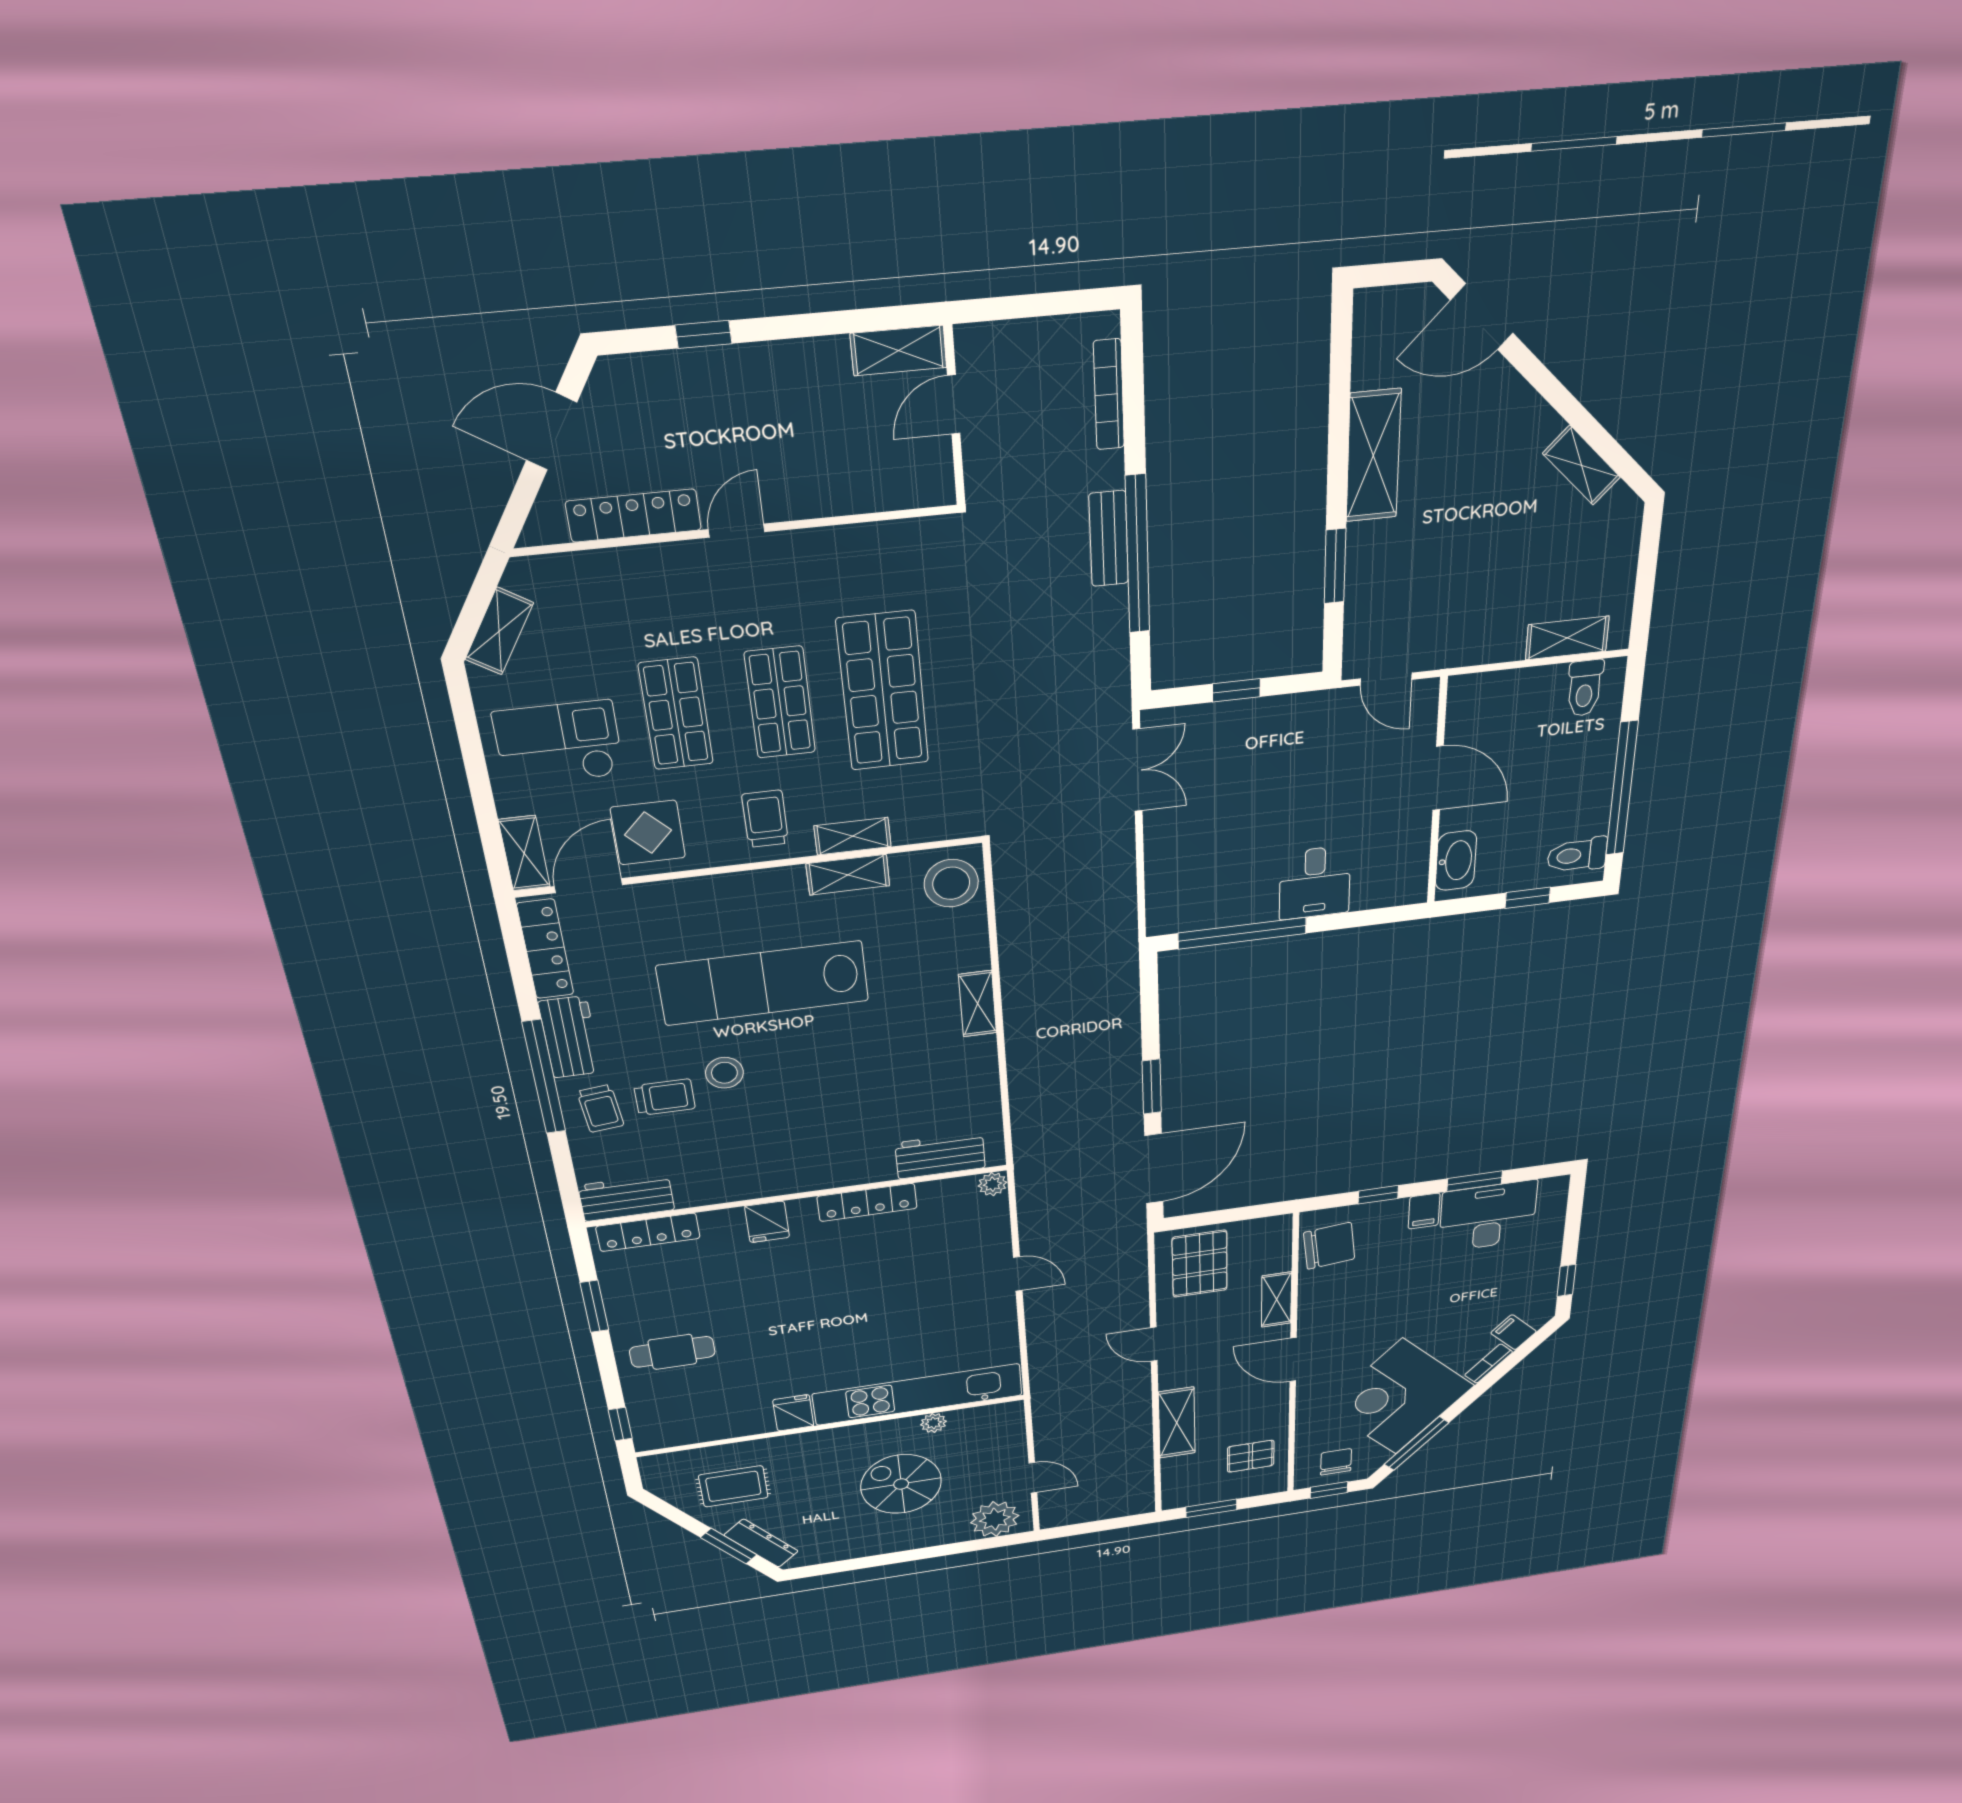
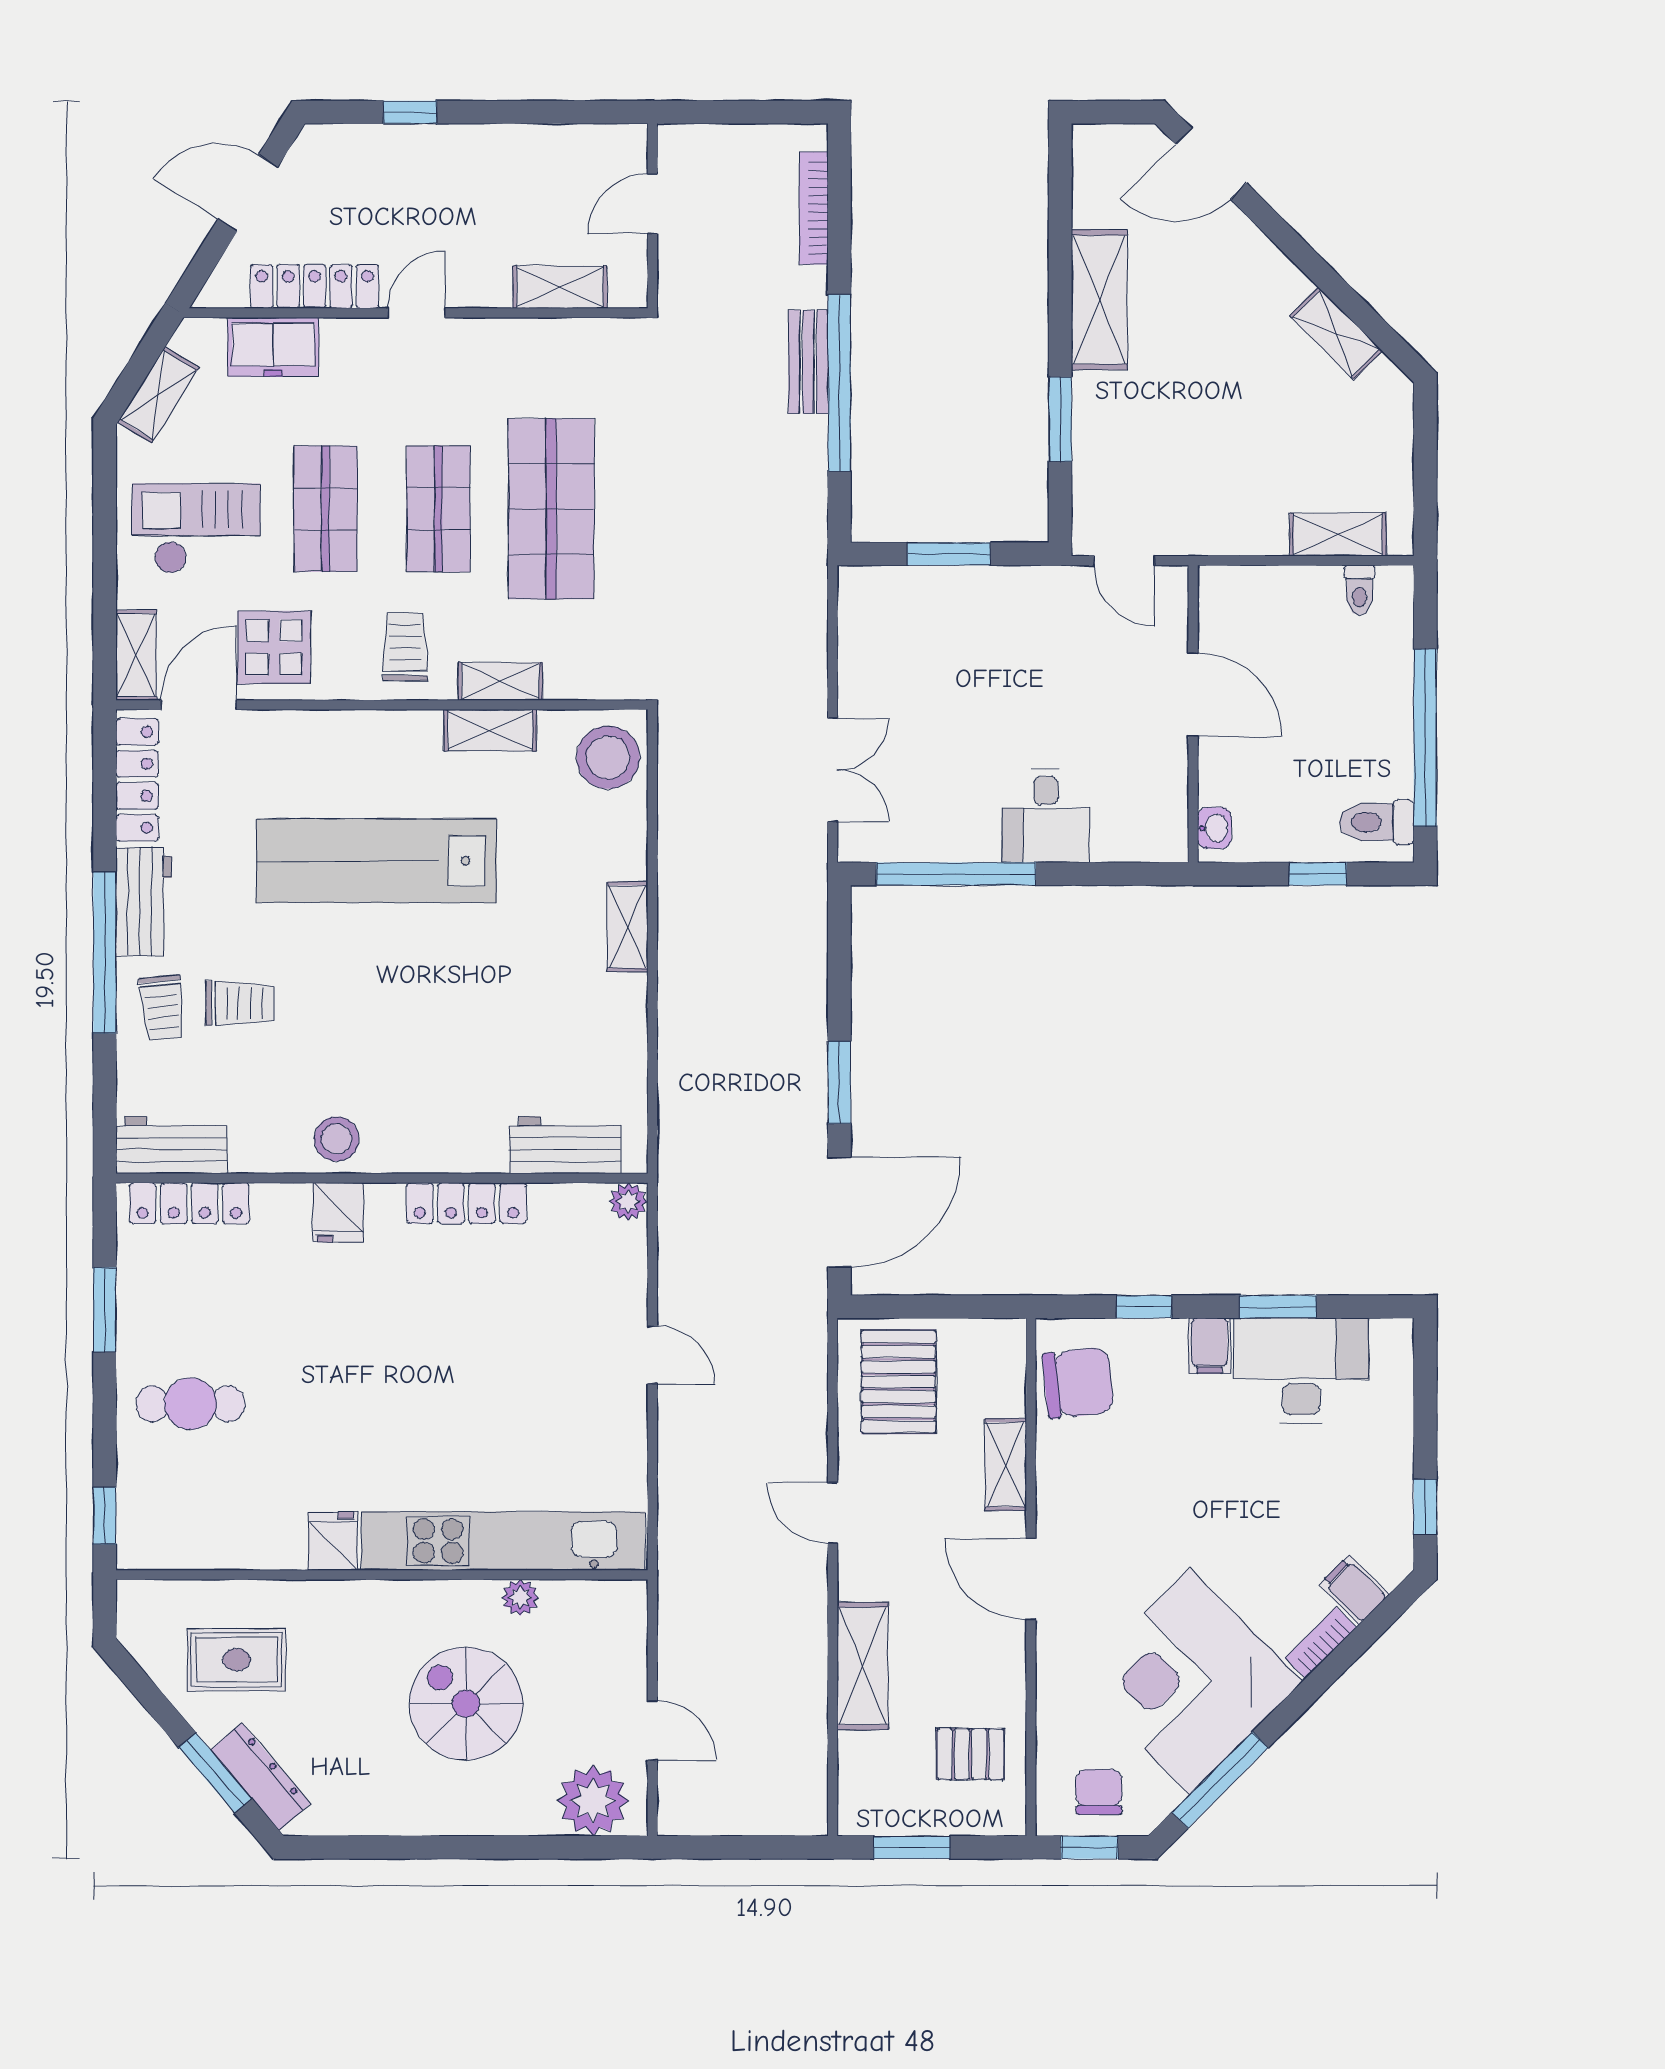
shelving: (899, 351) -> (560, 287), moved
freezer: (603, 576) -> (273, 347), added
toilet: (1585, 688) -> (1359, 590), width x0.73, depth x0.72
window: (1236, 690) -> (949, 554), width x1.50
double door: (1137, 770) -> (833, 770), moved
washbasin: (1456, 861) -> (1214, 828), width x0.52, depth x0.69
stool: (724, 1073) -> (337, 1139), moved

